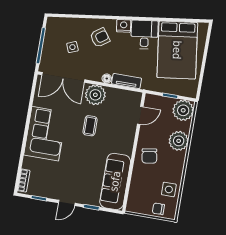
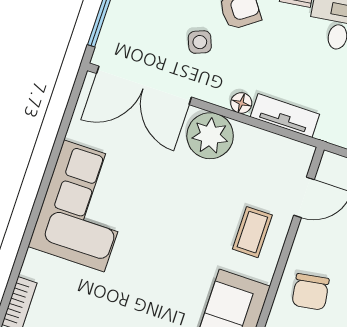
side table: (72, 47) -> (200, 42), moved
coffee table: (90, 126) -> (252, 232), moved

